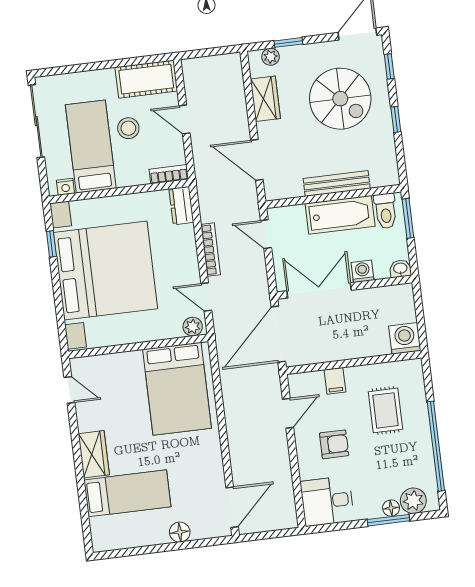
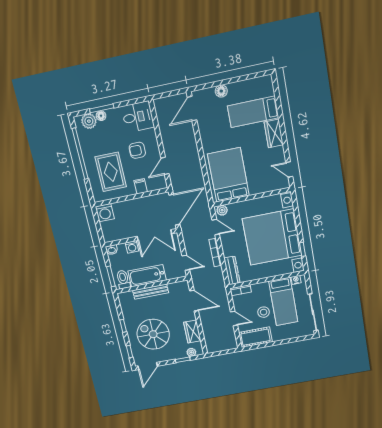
dresser: (181, 206) -> (232, 270), width x1.44
rug: (385, 410) -> (111, 172), width x1.36, depth x1.43

